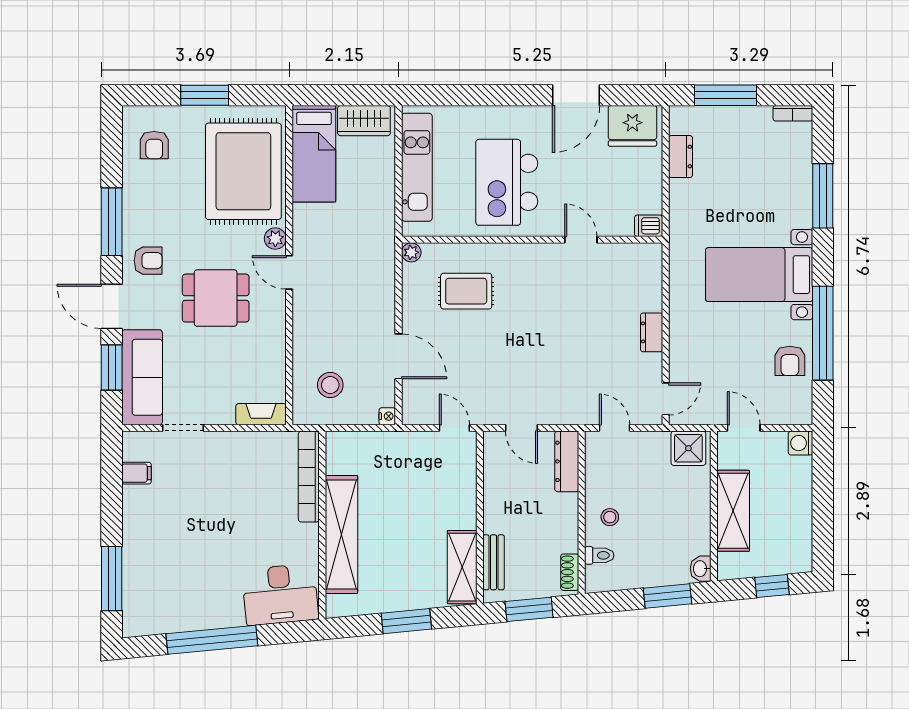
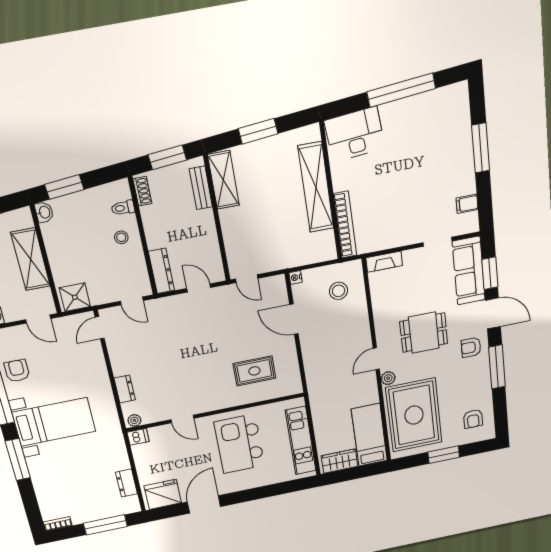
armchair: (154, 145) -> (473, 419), turned 180
kitchen island: (507, 182) -> (239, 444), turned 180
window: (823, 196) -> (18, 459), moved
plant: (411, 252) -> (134, 420), moved
door: (289, 272) -> (376, 359), swing flipped
dresser: (652, 332) -> (125, 389), moved
window: (112, 579) -> (481, 148), moved

